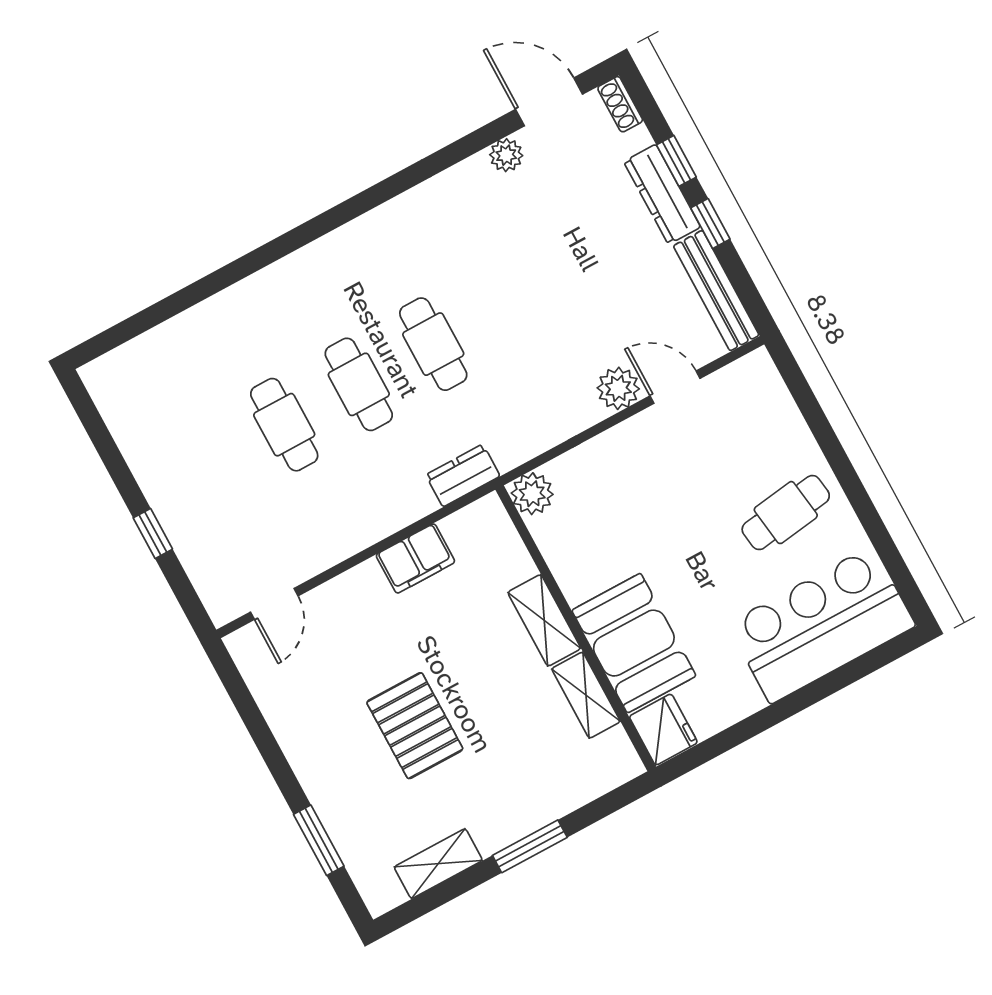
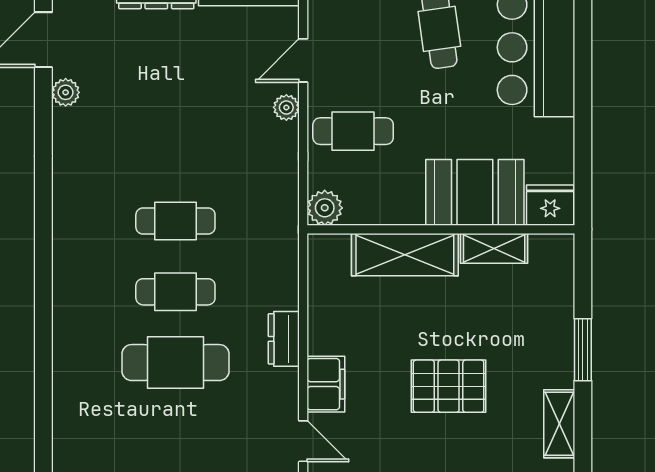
plant: (618, 388) -> (286, 107), width x0.73, depth x0.73
cafe table: (284, 425) -> (175, 363), width x1.37, depth x1.35
dresser: (463, 476) -> (284, 339), moved
cafe table: (629, 480) -> (353, 131), added
filing cabinet: (415, 558) -> (326, 384), moved
shelving: (544, 620) -> (405, 255), width x1.50, depth x1.33

